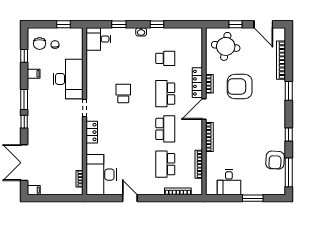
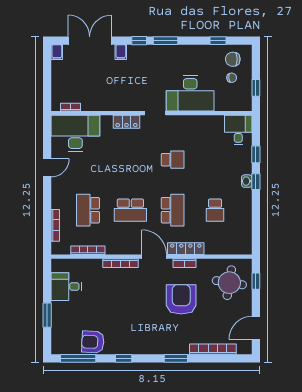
window: (157, 24) -> (256, 182), moved
window: (235, 24) -> (256, 281), moved
filing cabinet: (34, 74) -> (121, 52), moved
school desk: (165, 94) -> (173, 210), turned 90
school desk: (165, 164) -> (88, 210), turned -90

